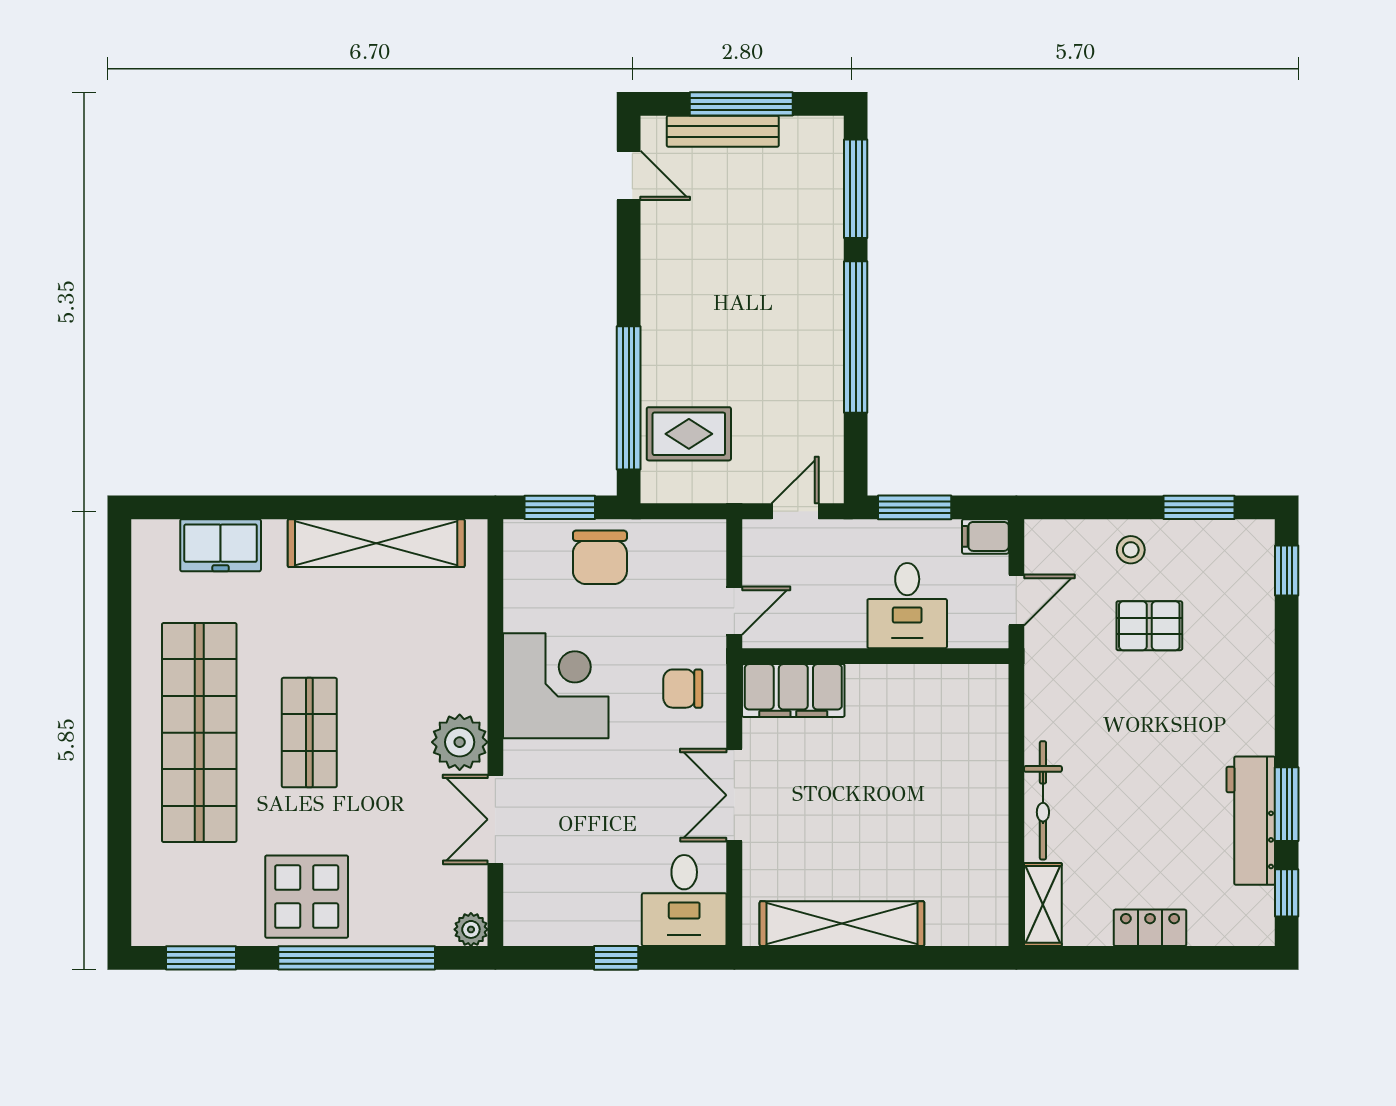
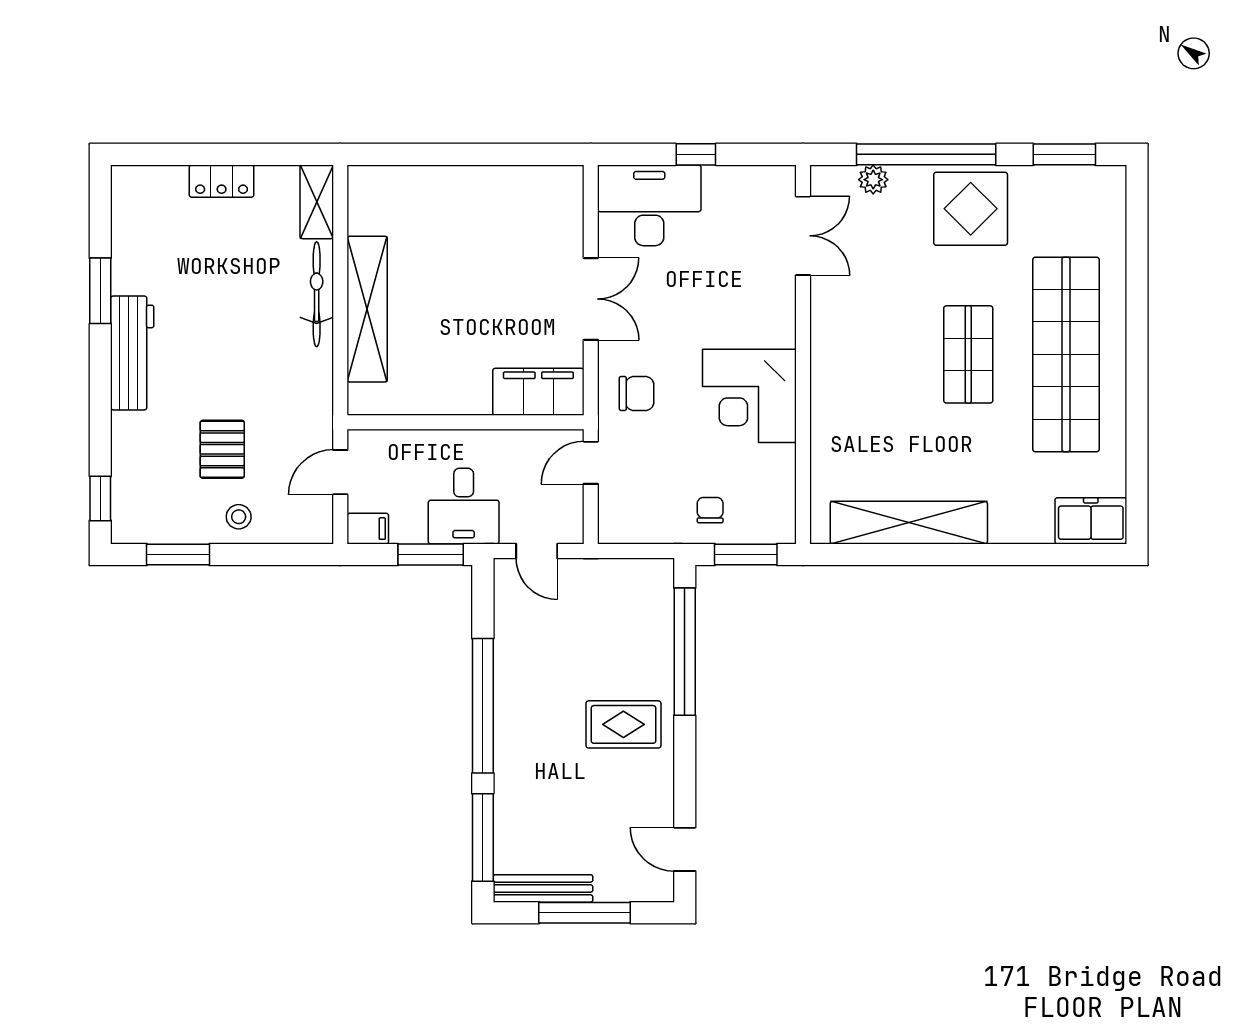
bench: (723, 131) -> (543, 888), moved
rug: (689, 434) -> (623, 724), moved
door: (795, 511) -> (537, 551), hinge flipped
freezer: (221, 545) -> (1091, 521), moved
chair: (600, 557) -> (710, 510), width x0.54, depth x0.54
desk: (907, 606) -> (464, 506), moved, turned 180
pallet: (1149, 626) -> (222, 449), turned 90
plant: (460, 742) -> (835, 346), removed
double door: (495, 819) -> (803, 236), moved
workbench: (1251, 821) -> (132, 353), moved
window: (1287, 893) -> (100, 212), removed
desk: (684, 900) -> (649, 205), width x1.37
shelving: (842, 924) -> (367, 309), moved, turned 90
plant: (471, 929) -> (873, 180), moved

